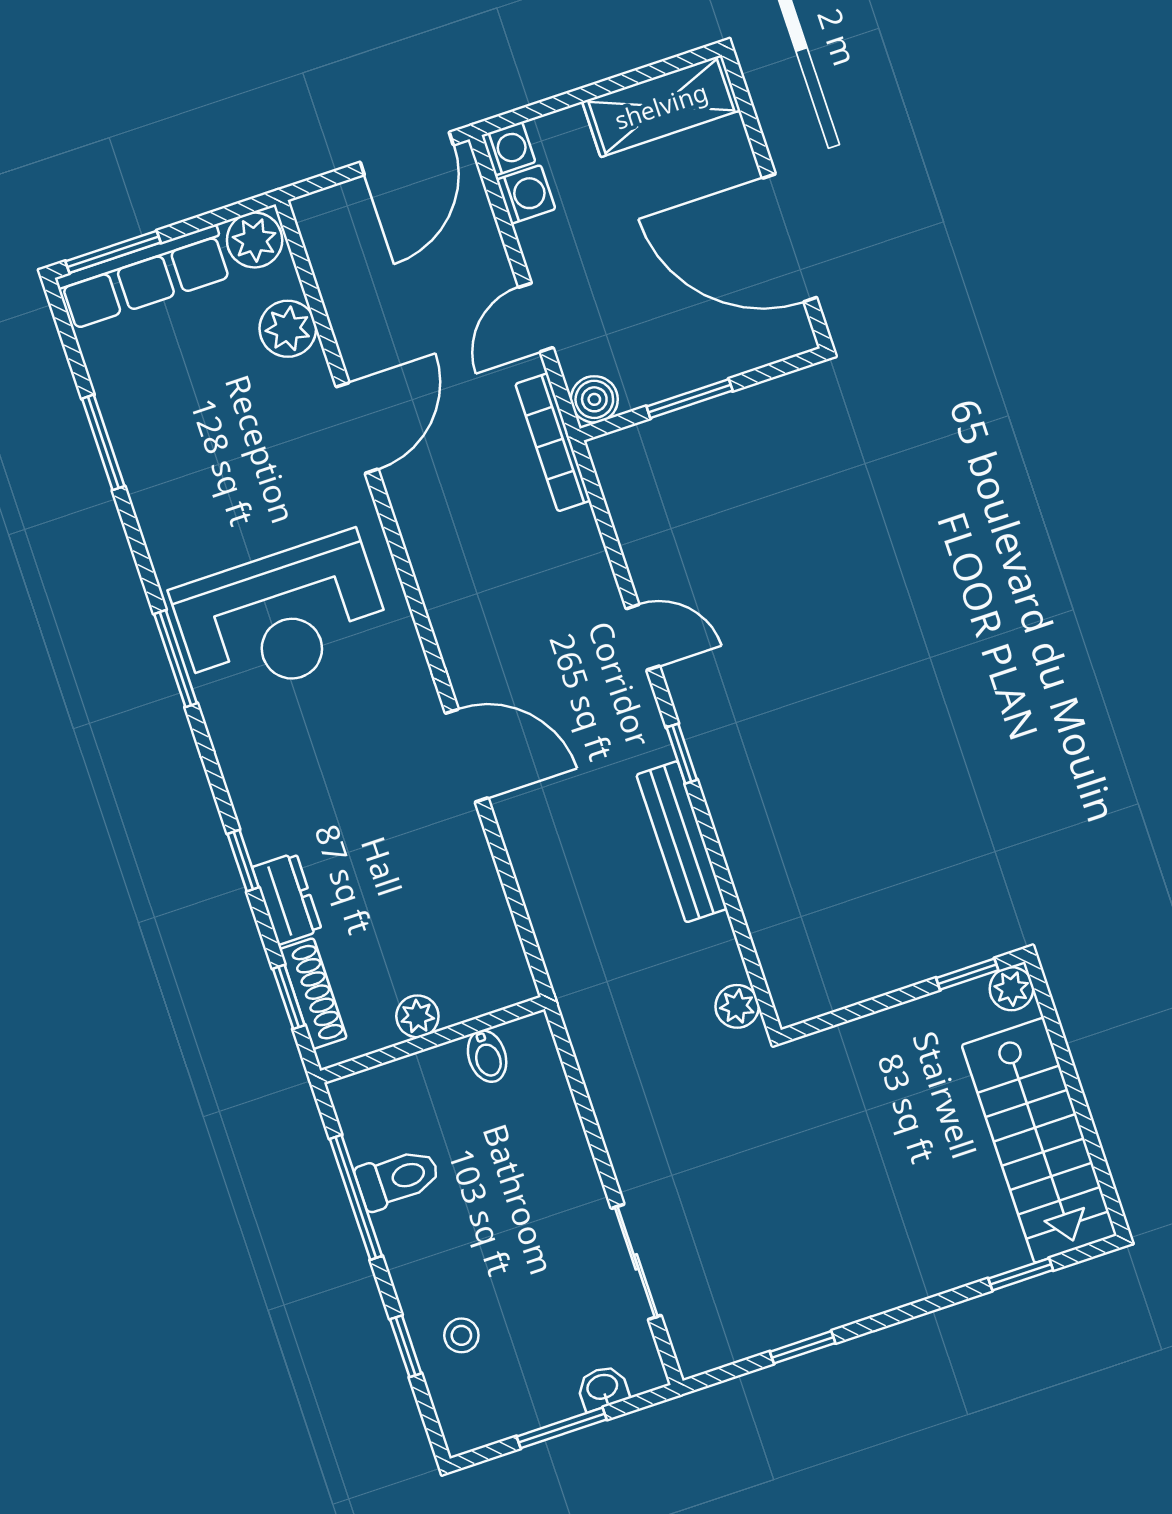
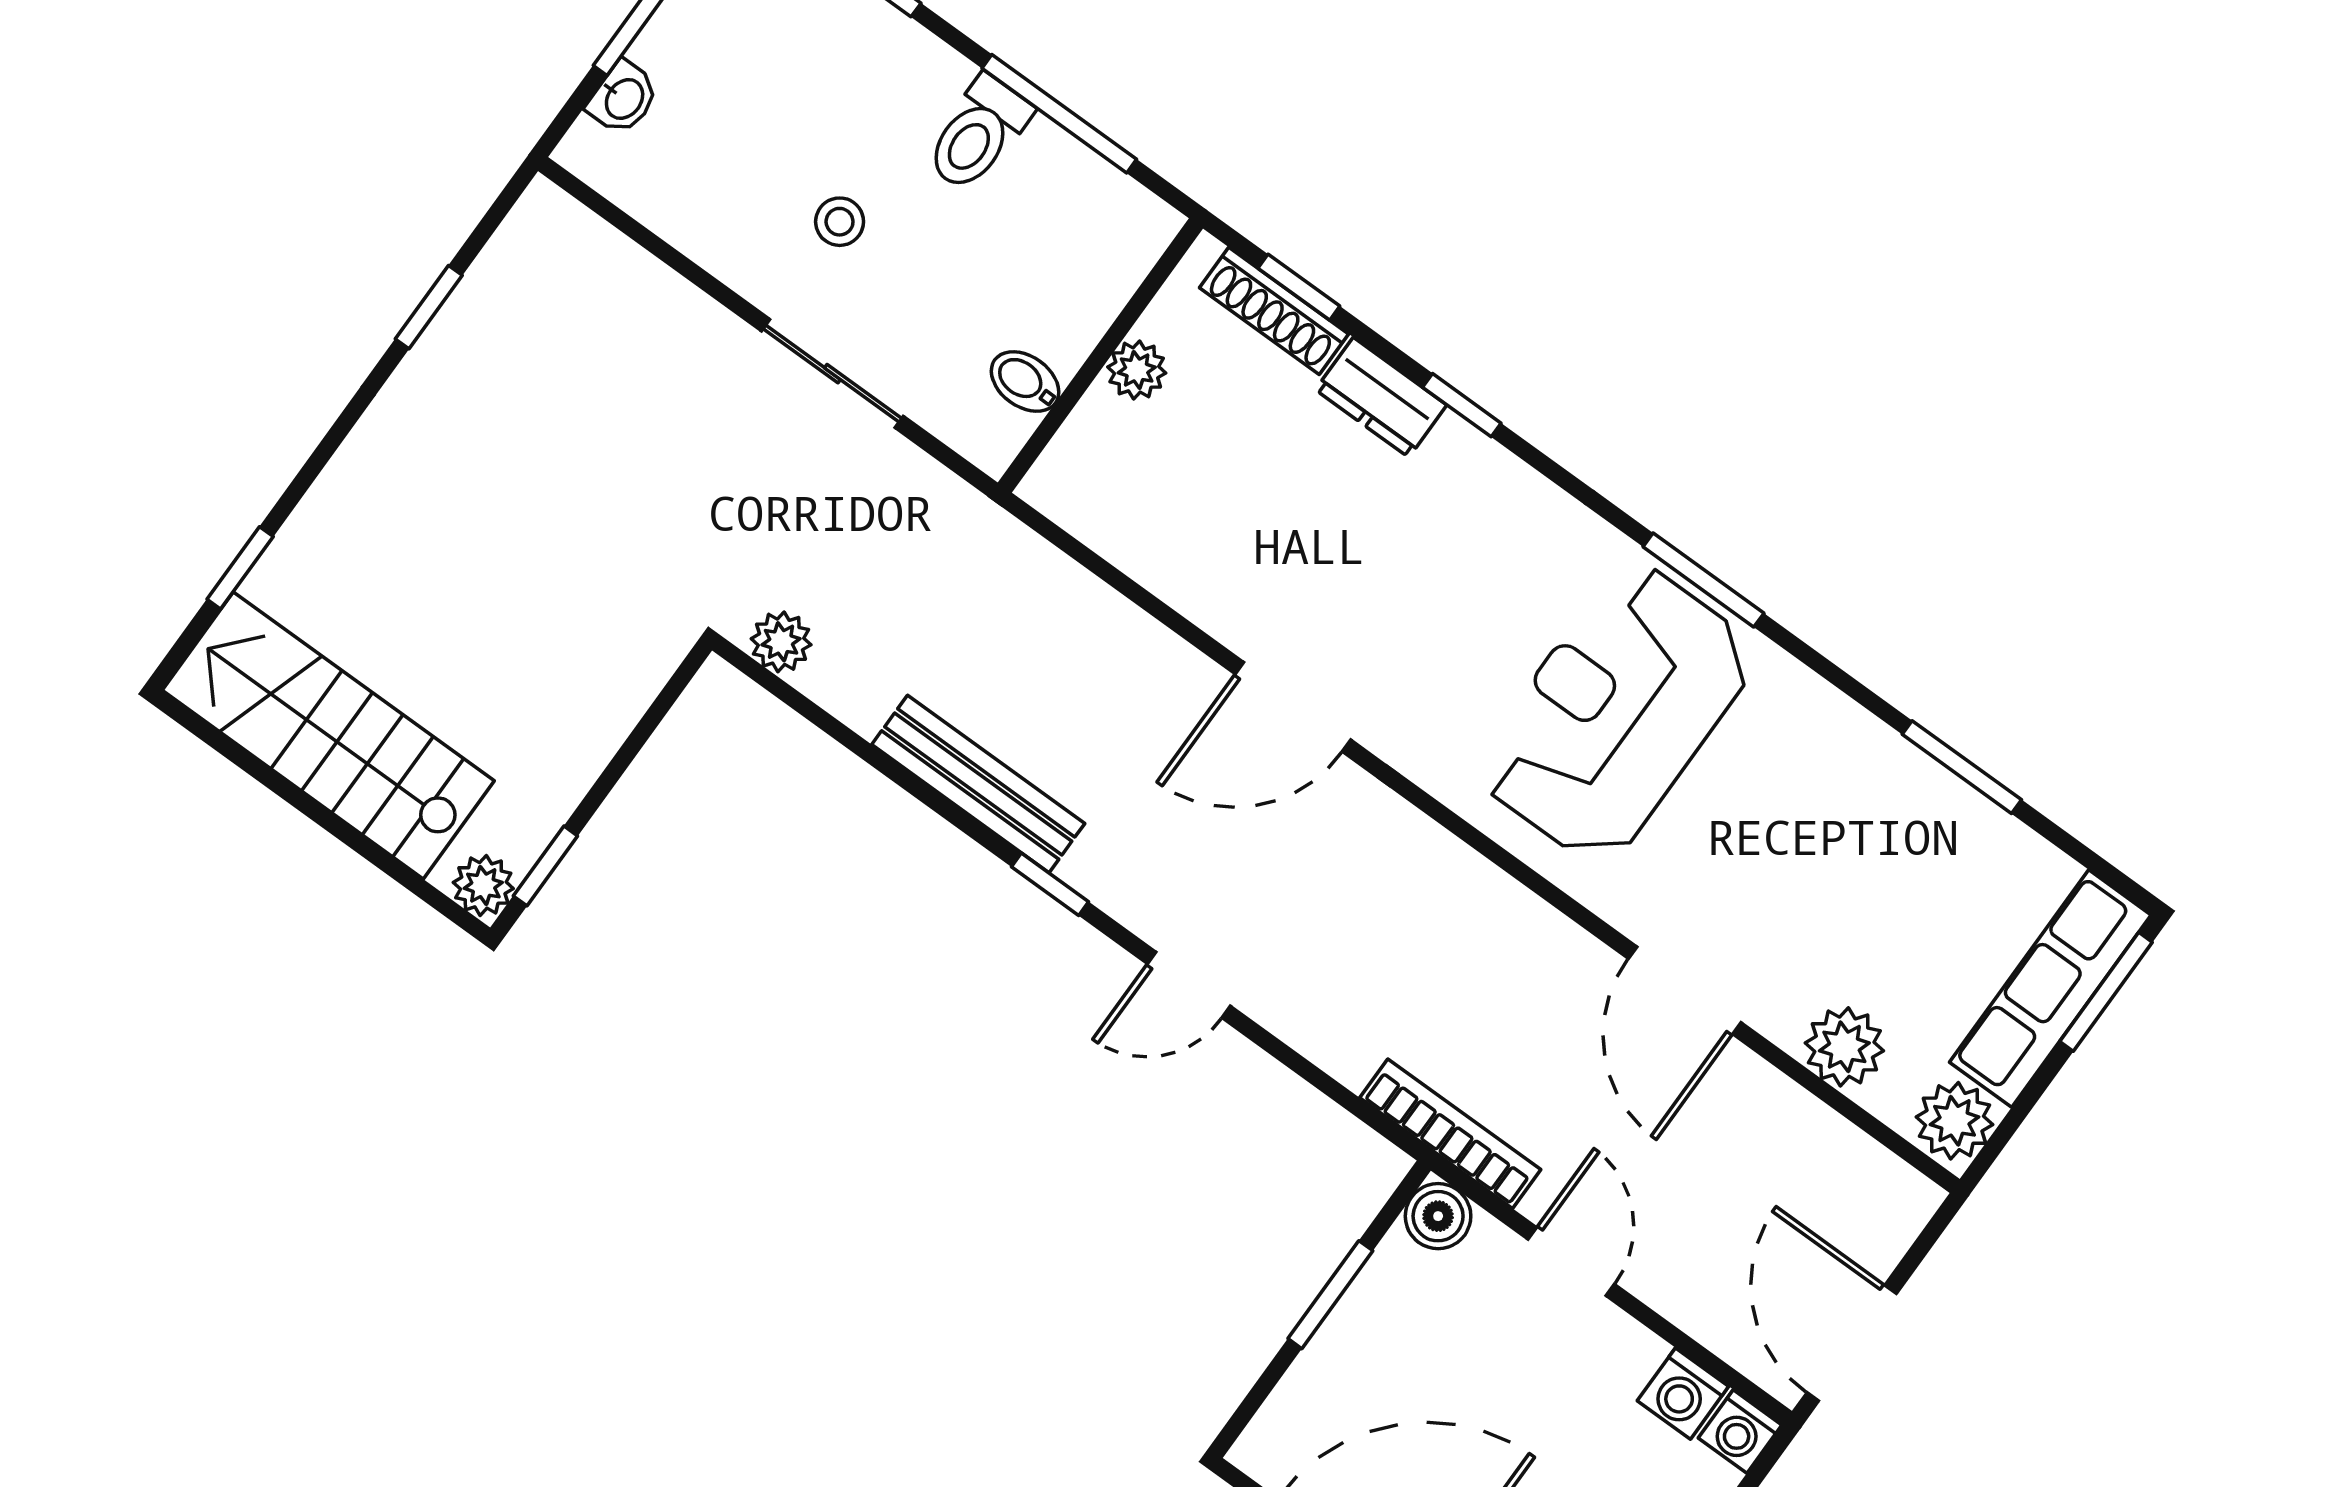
toilet: (398, 1179) -> (978, 134), moved
sliding door: (636, 1262) -> (832, 374), moved
stool: (461, 1335) -> (840, 222), moved

